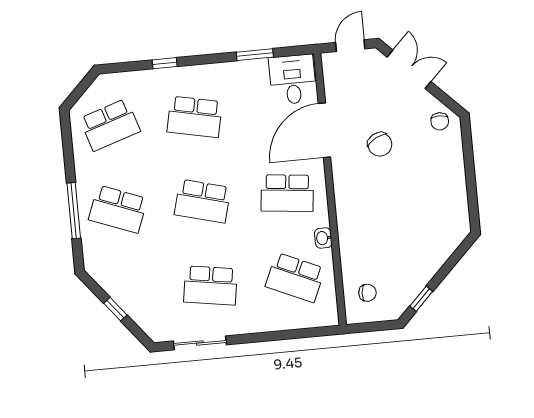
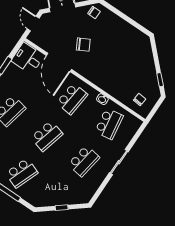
school desk: (295, 277) -> (109, 124), turned -33
sliding door: (200, 343) -> (119, 162), moved

